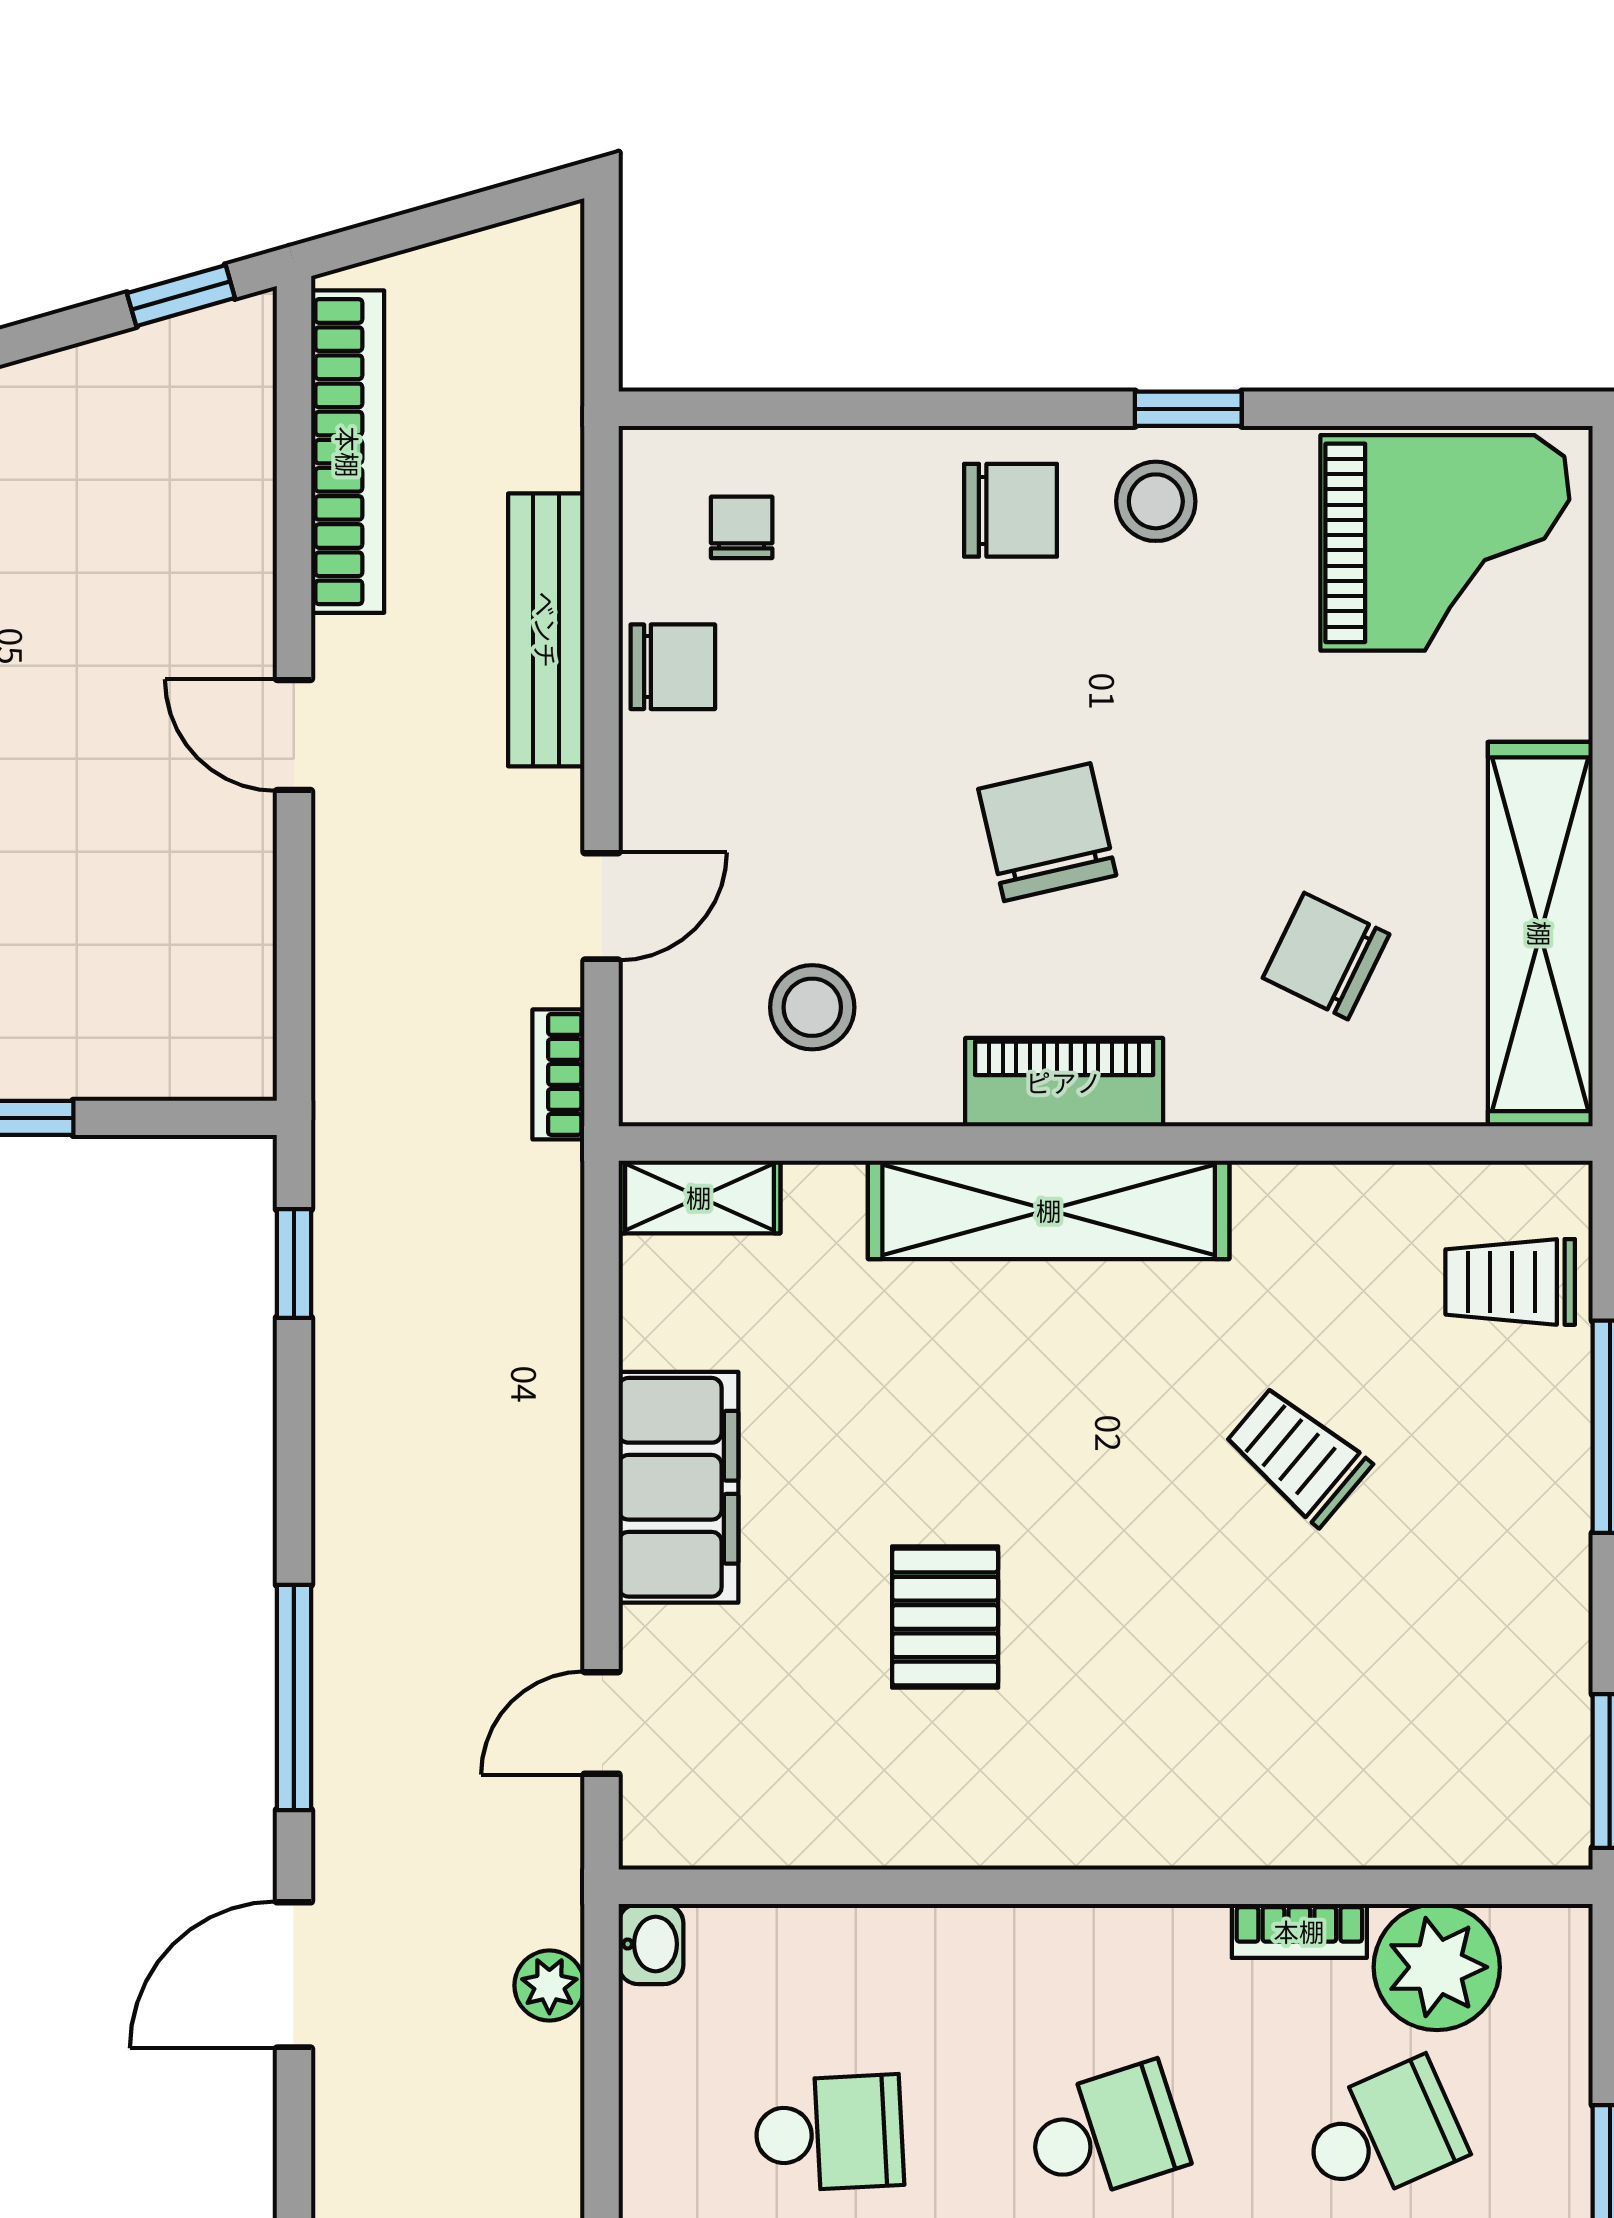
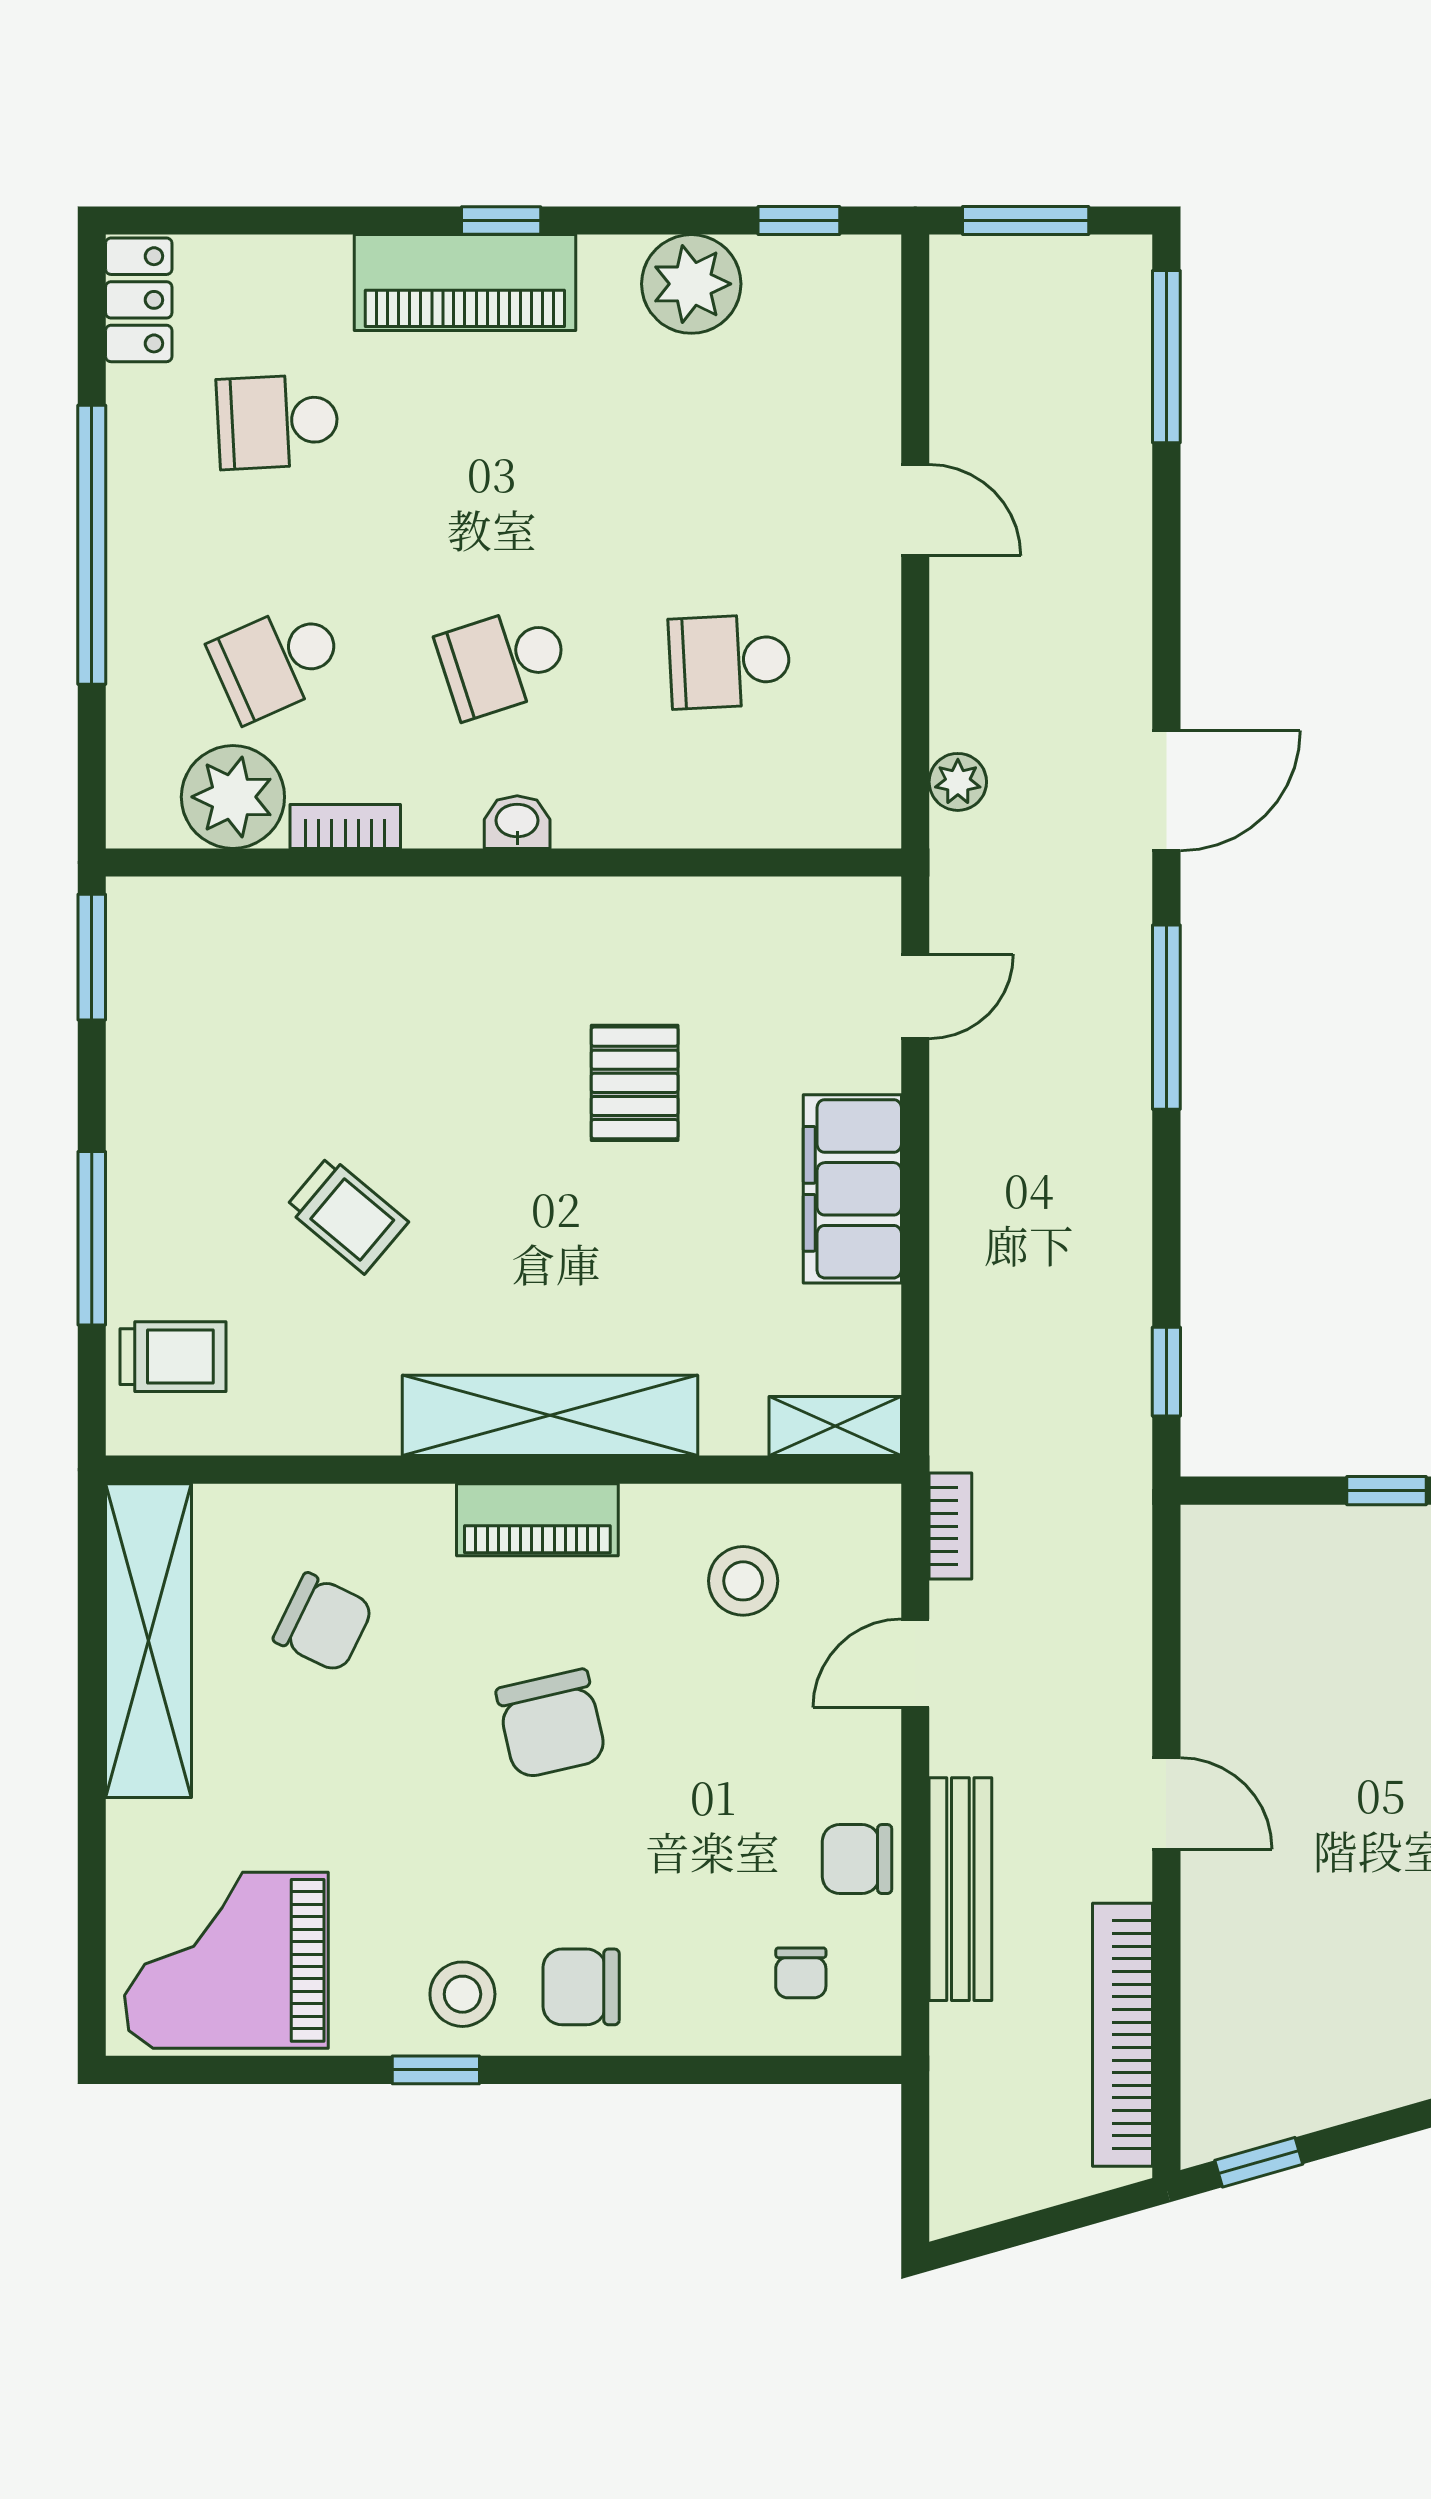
washbasin: (651, 1944) -> (517, 822), moved, turned 90

